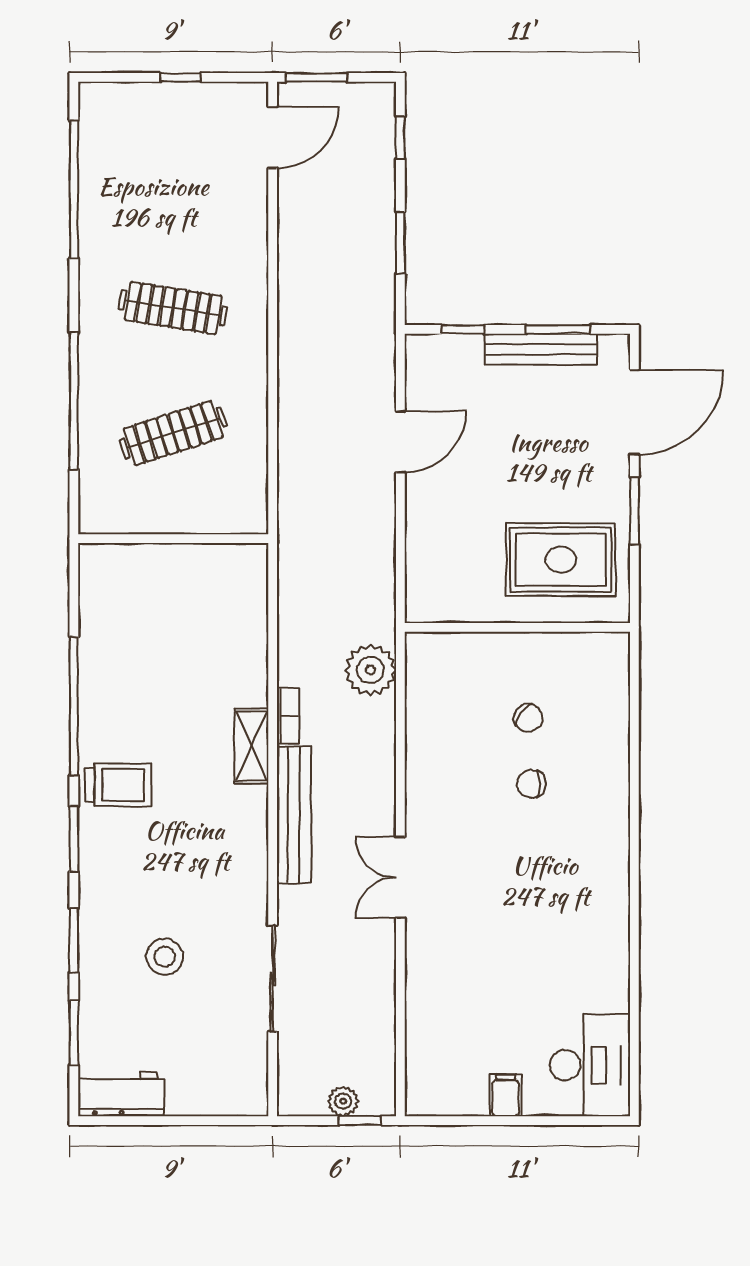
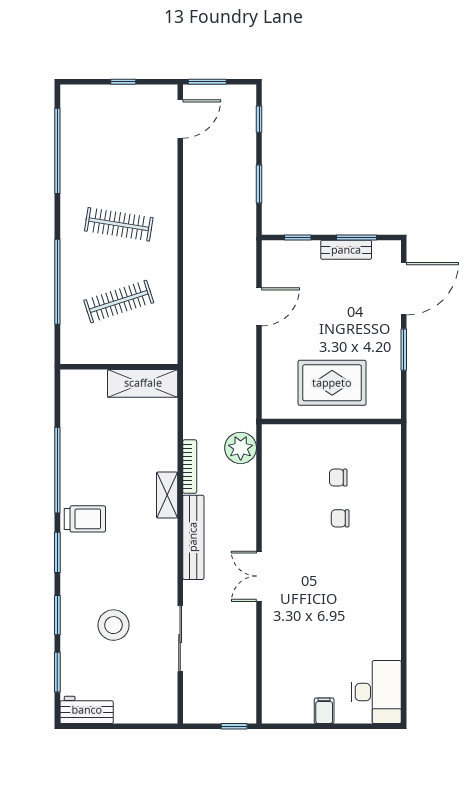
bench: (541, 349) -> (346, 250), width x0.73
rug: (561, 560) -> (332, 383), moved
shelving: (212, 566) -> (143, 383), added
bookcase: (288, 716) -> (190, 467), width x1.56
chair: (528, 718) -> (338, 478), turned 145
stool: (165, 957) -> (113, 625), width x1.38, depth x1.38
plant: (343, 1101) -> (224, 714), removed

